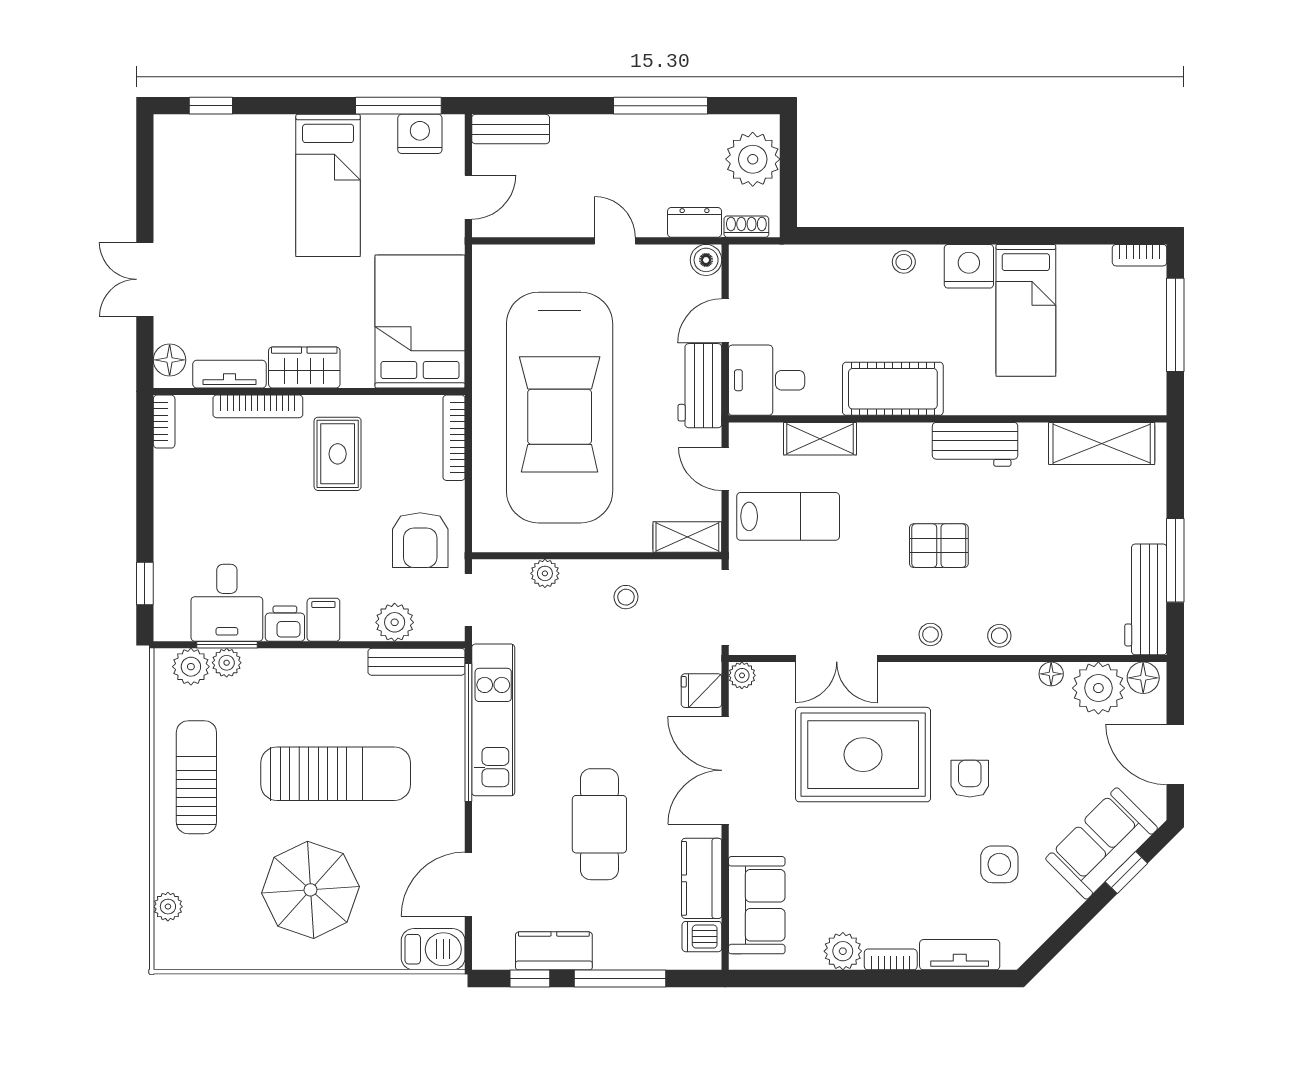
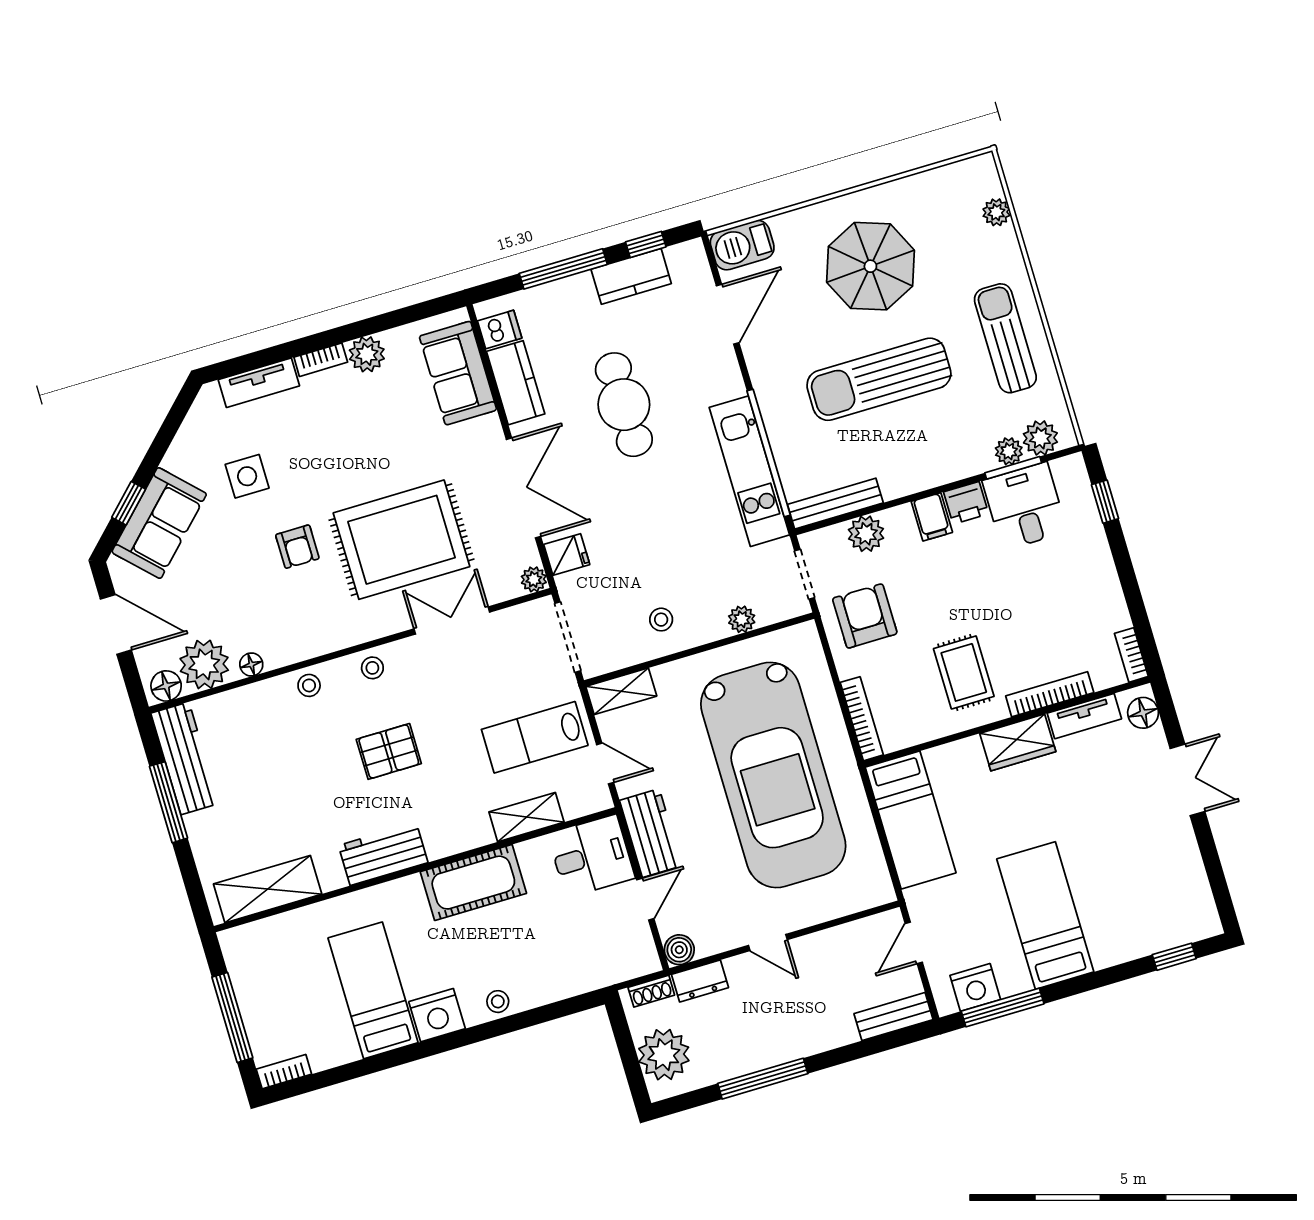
bed: (420, 321) -> (911, 820), width x0.67
car: (560, 408) -> (773, 775), turned 180
sun lounger: (196, 777) -> (1005, 338), turned 180

